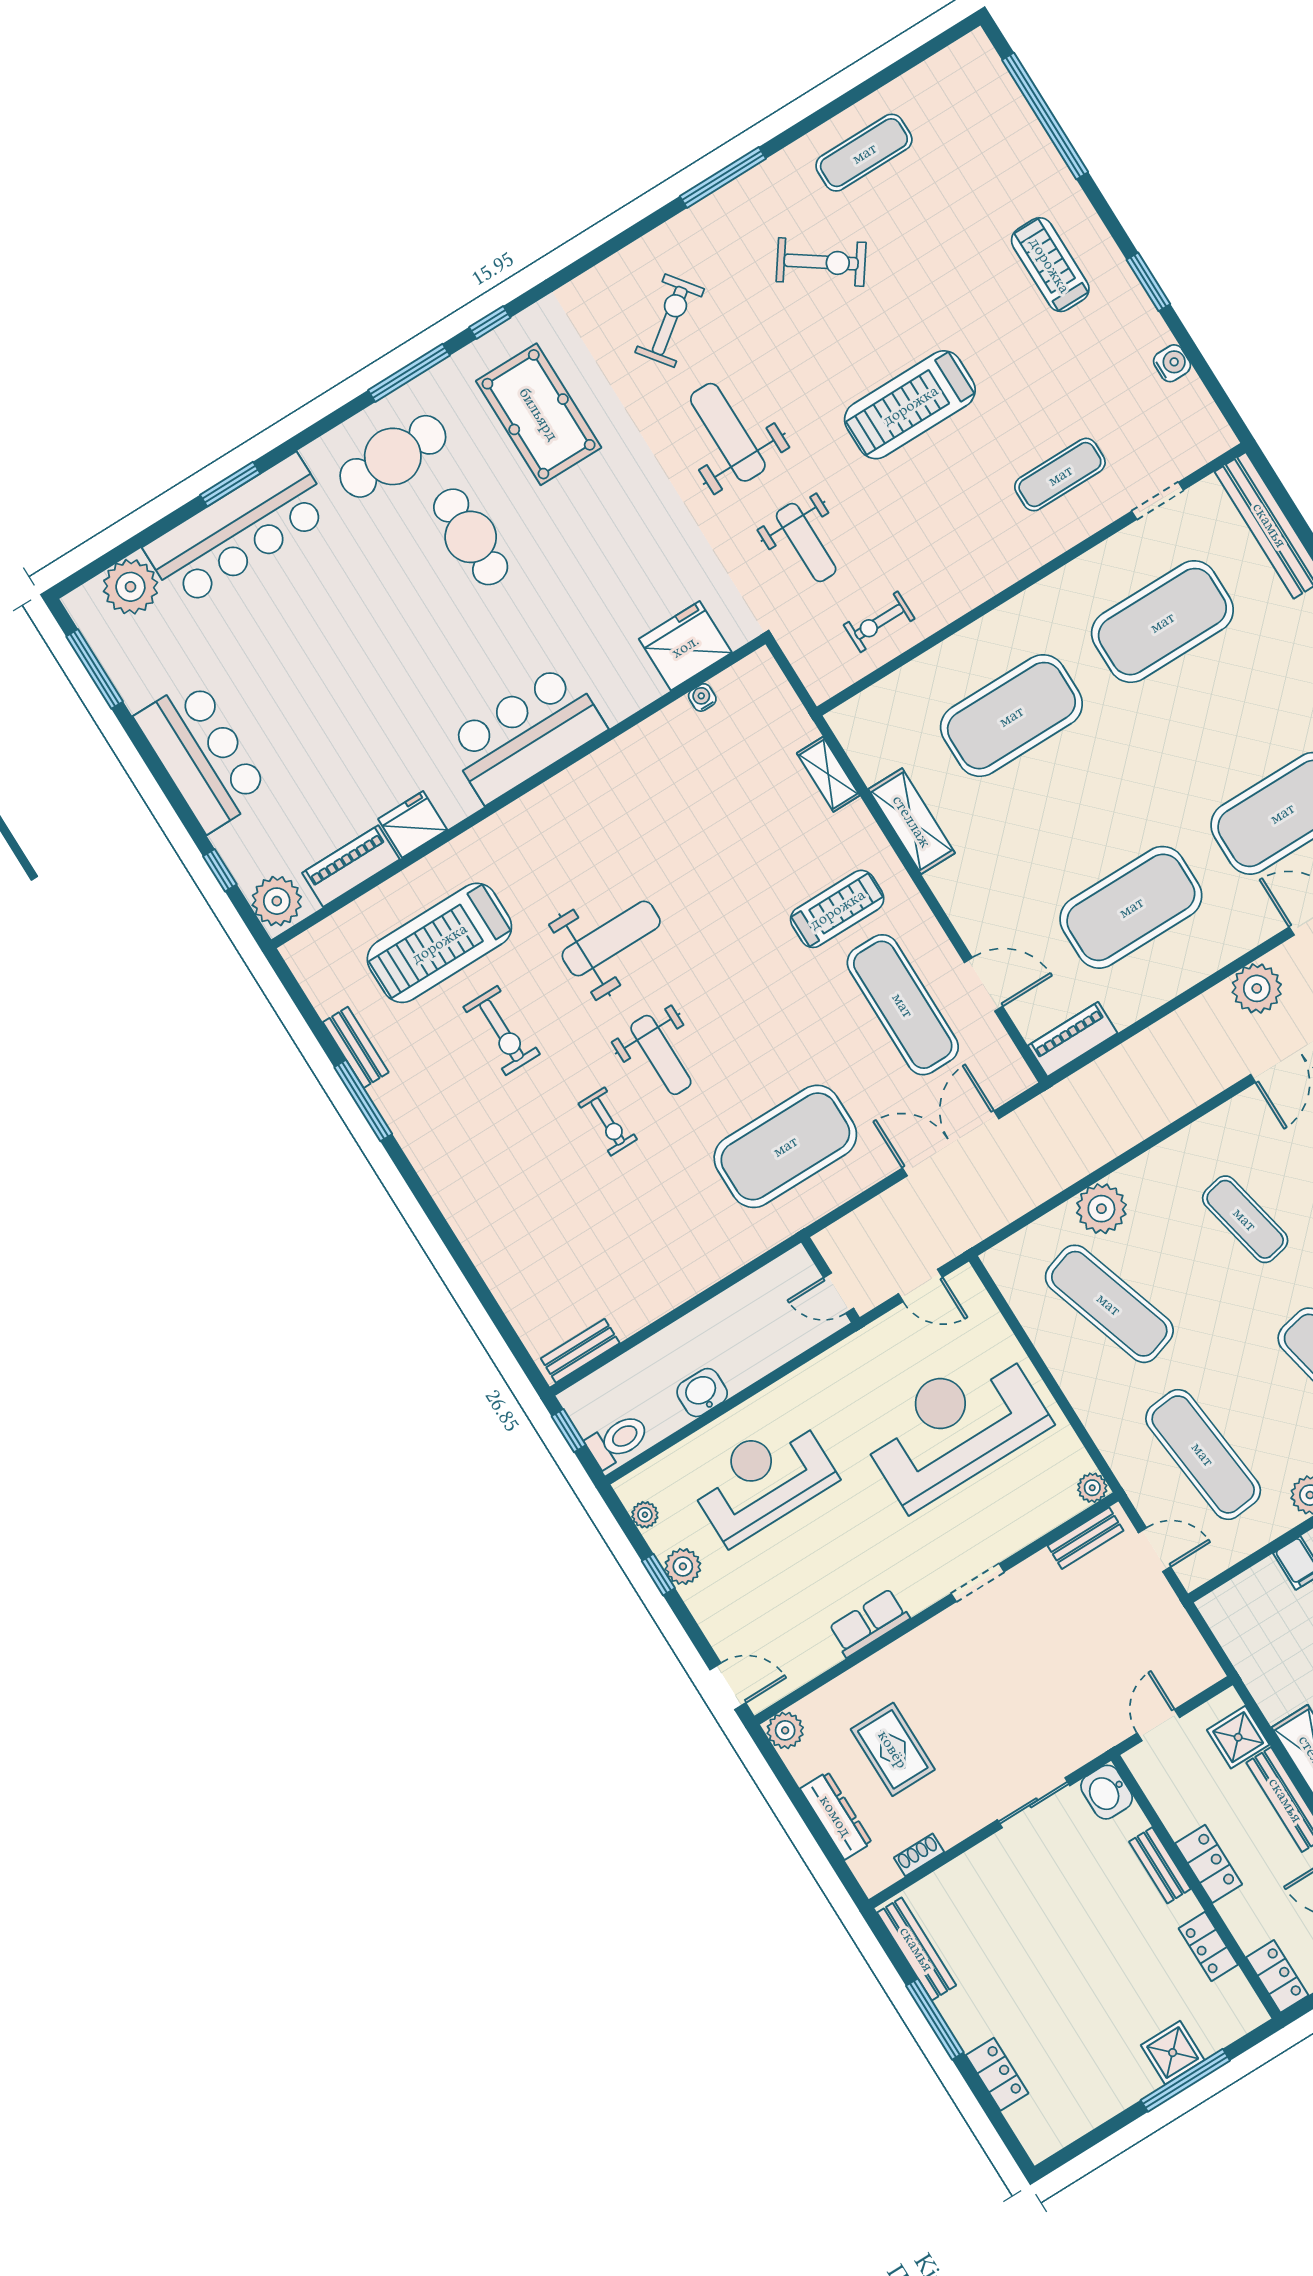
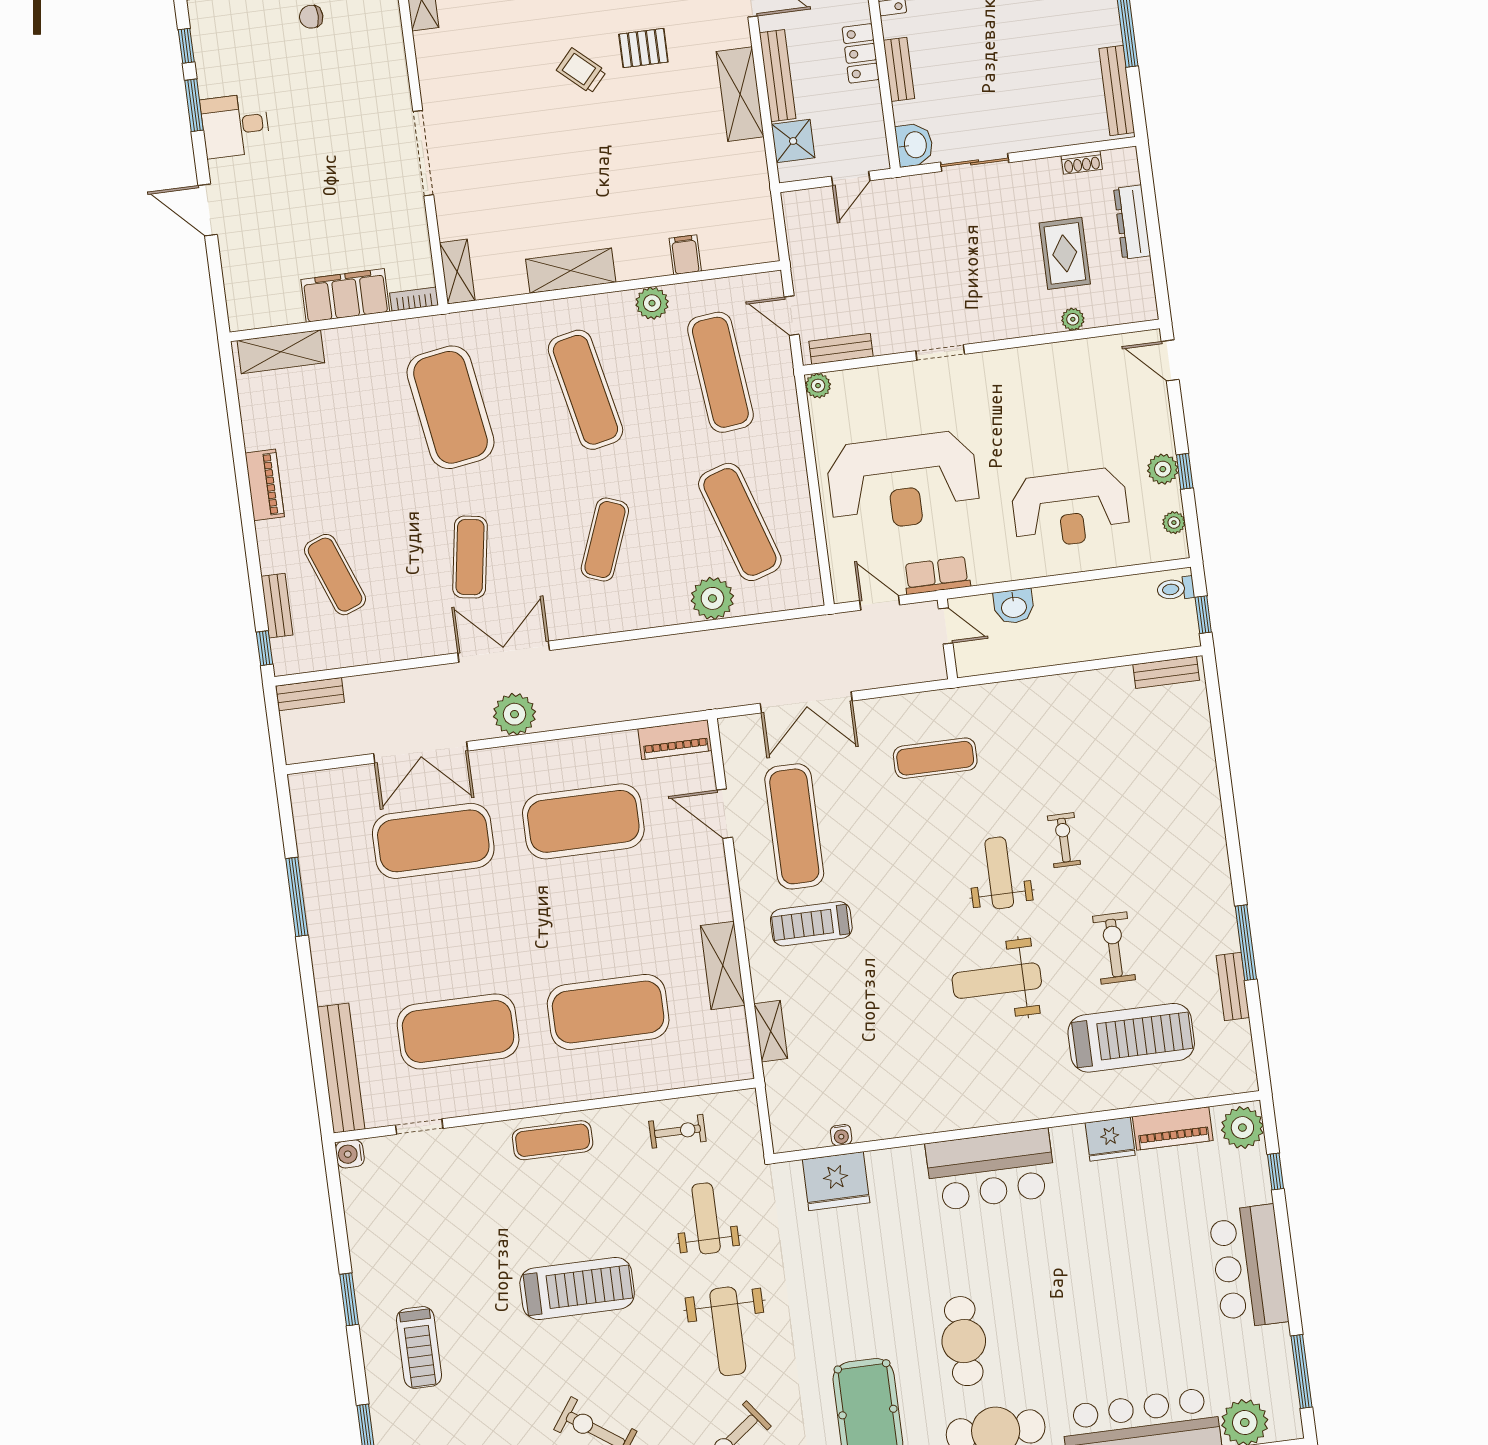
water cooler: (1172, 363) -> (350, 1154), moved
exercise mat: (1060, 475) -> (553, 1140), moved
exercise mat: (785, 1146) -> (935, 758), width x0.50, depth x0.69
exercise mat: (1245, 1219) -> (605, 540), turned 33
washbasin: (702, 1393) -> (1014, 606), moved
toilet: (618, 1440) -> (1176, 589), width x0.73, depth x0.72
row of seats: (869, 1623) -> (937, 575), moved, turned 180
plant: (785, 1730) -> (1073, 319), moved, width x0.73, depth x0.73

